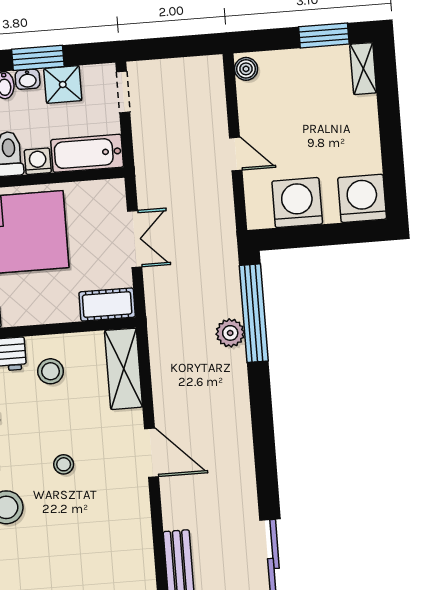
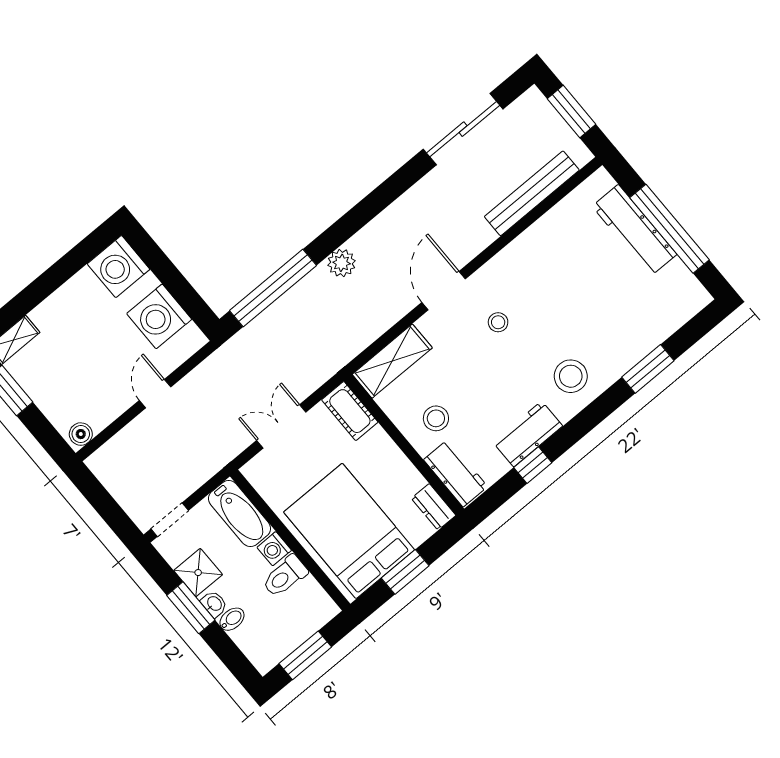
plant: (230, 333) -> (342, 263), moved
stool: (64, 464) -> (498, 322), moved

